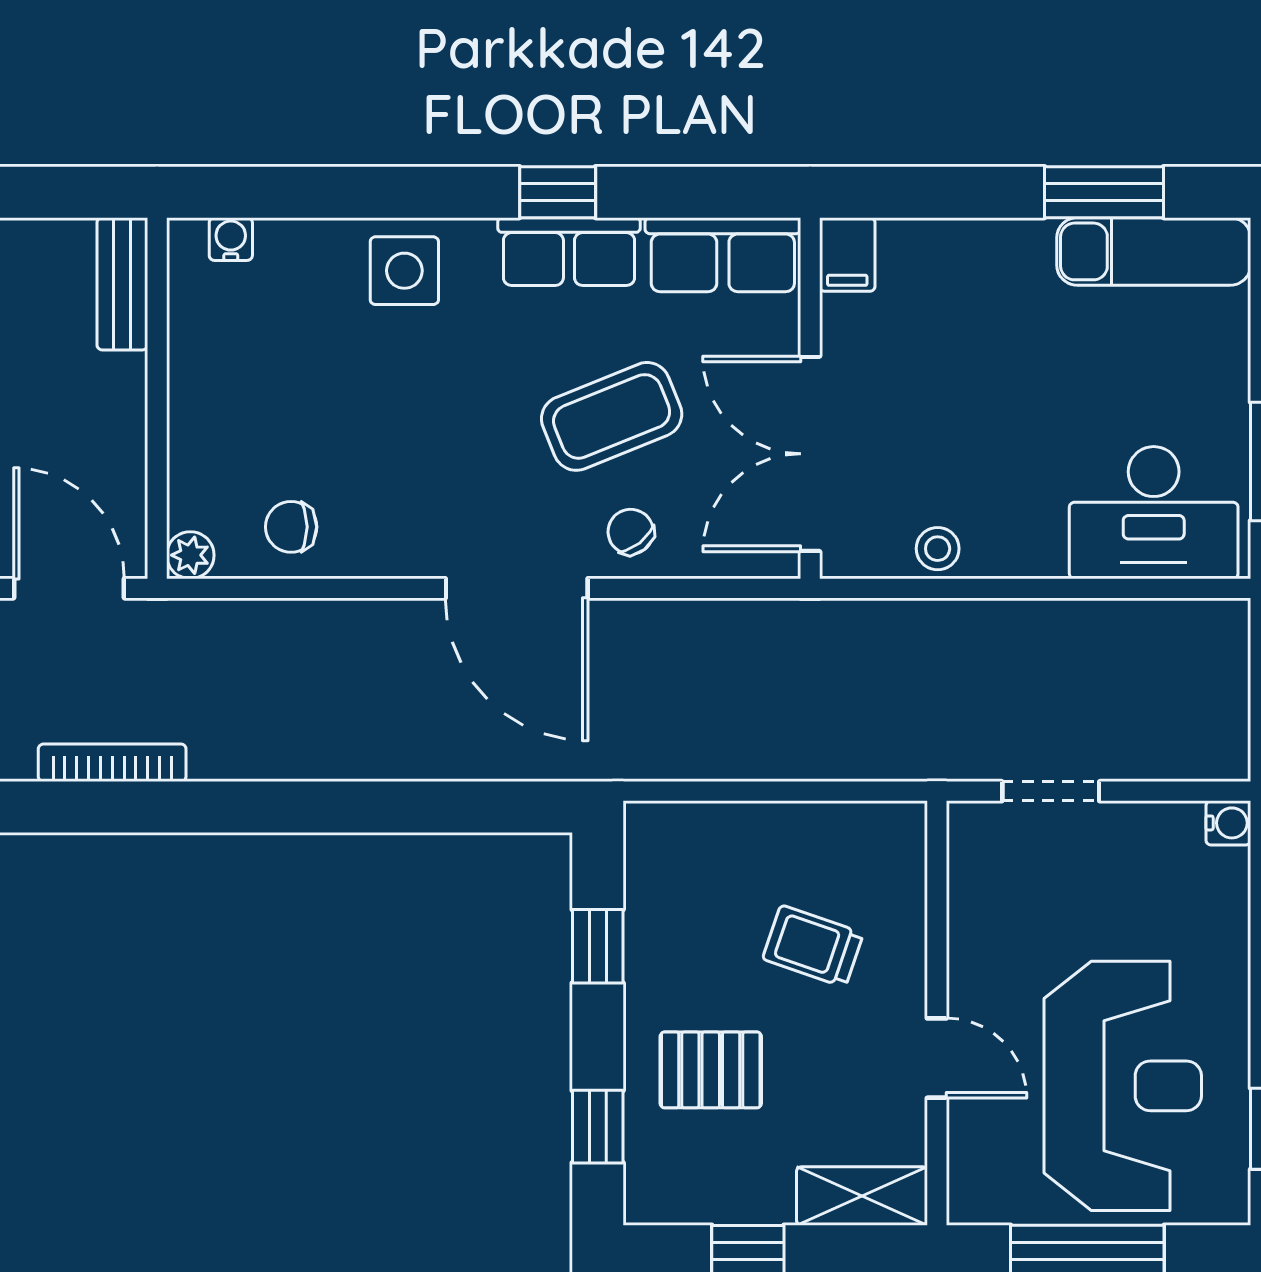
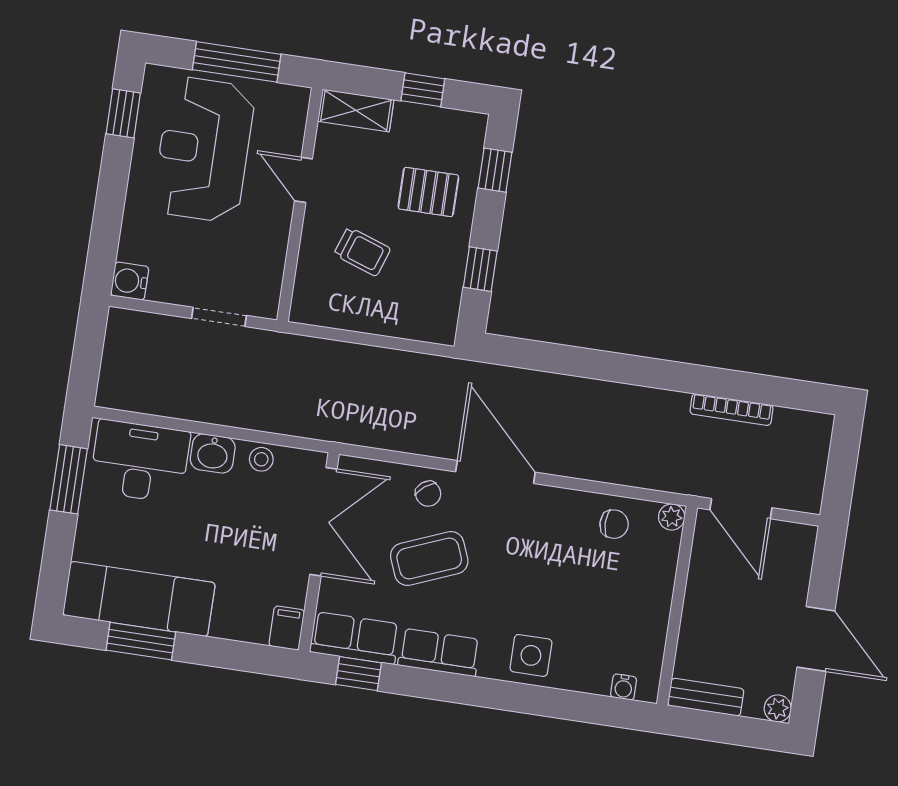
window: (558, 192) -> (358, 674), moved
exam couch: (1154, 251) -> (139, 599), width x1.36, depth x1.45
bench: (122, 284) -> (706, 697), moved, turned 90
washbasin: (1026, 546) -> (213, 453), added
water cooler: (1228, 823) -> (130, 281), width x1.38, depth x1.38

